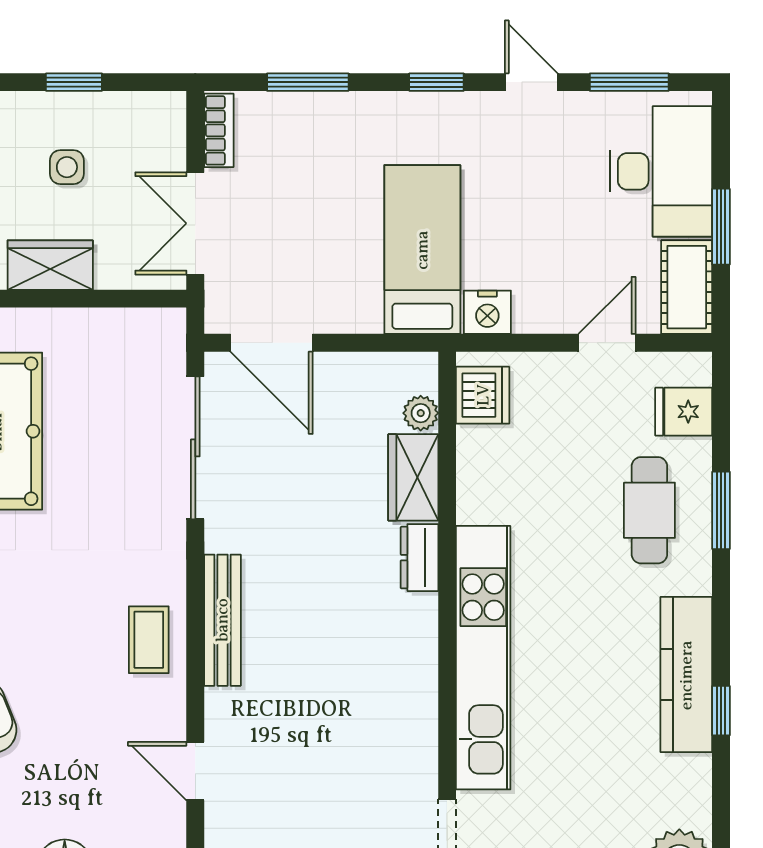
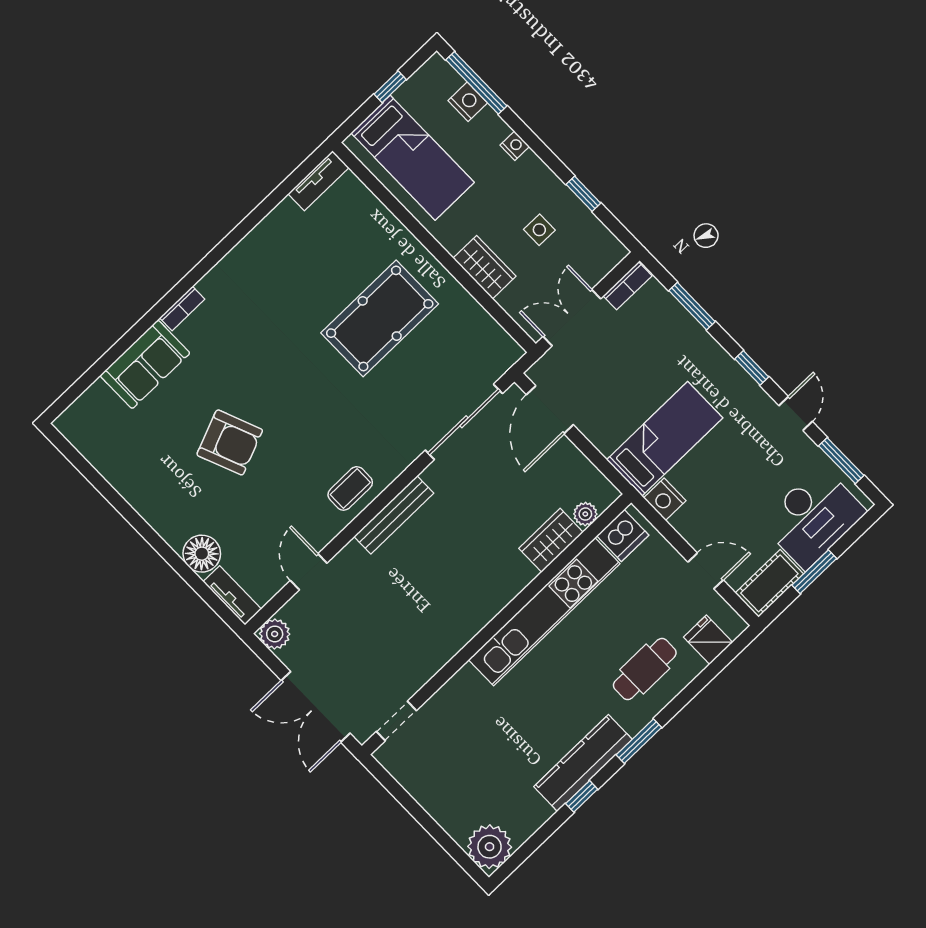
window: (721, 510) -> (639, 741), moved
dresser: (419, 558) -> (515, 580), removed
kitchen unit: (483, 658) -> (544, 612), moved

